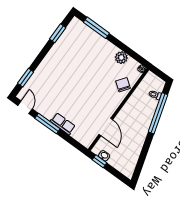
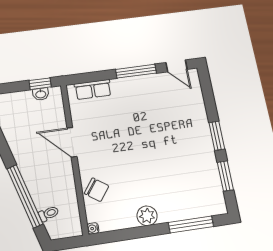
plant: (121, 58) -> (147, 216), moved
window: (26, 78) -> (217, 136), moved
row of seats: (63, 124) -> (93, 89), moved
door: (106, 127) -> (72, 142), moved

